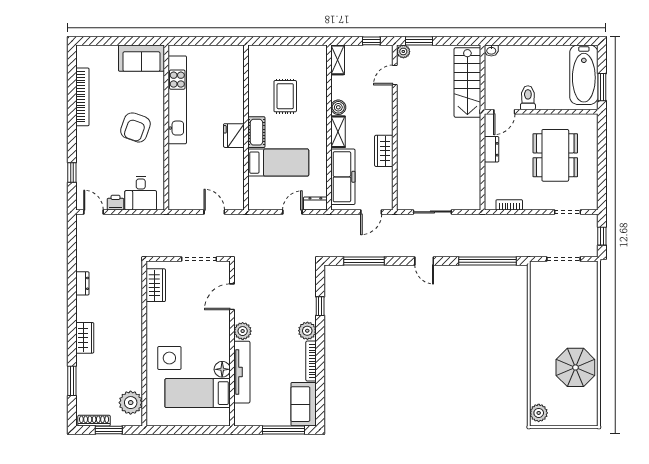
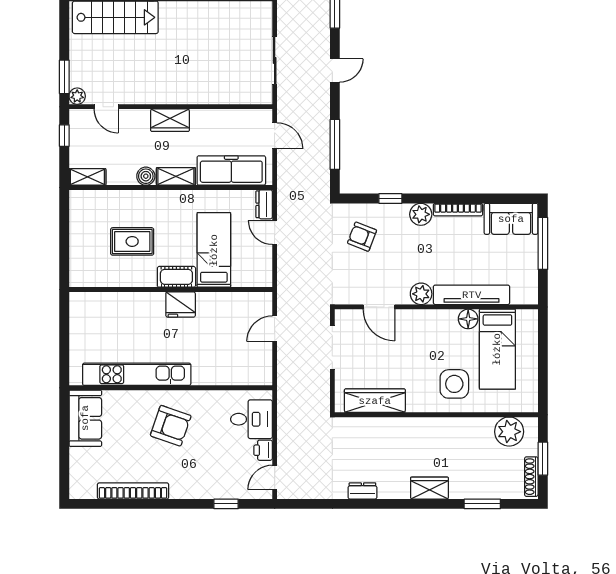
wardrobe: (384, 151) -> (170, 120), moved
armchair: (289, 283) -> (362, 237), added
wardrobe: (156, 285) -> (375, 401), width x1.50

